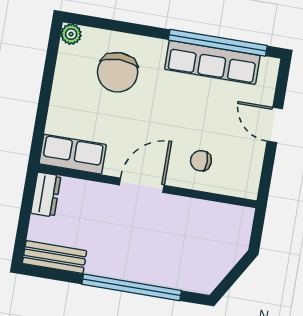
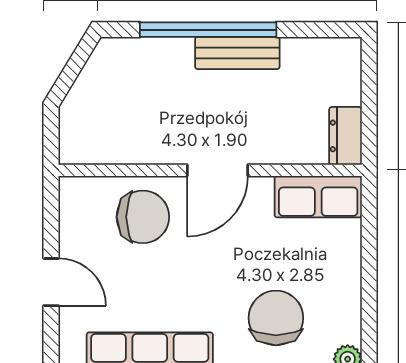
chair: (201, 161) -> (143, 217), width x1.87, depth x1.87
bench: (54, 257) -> (237, 53), moved

